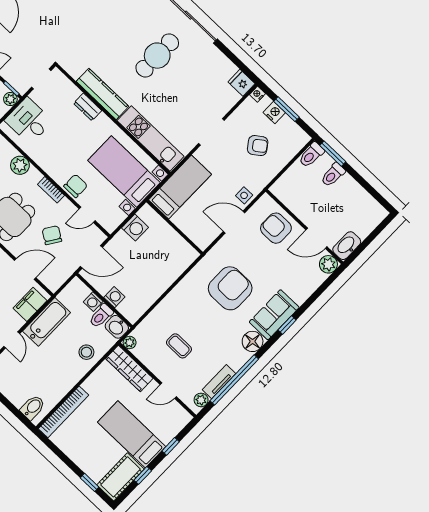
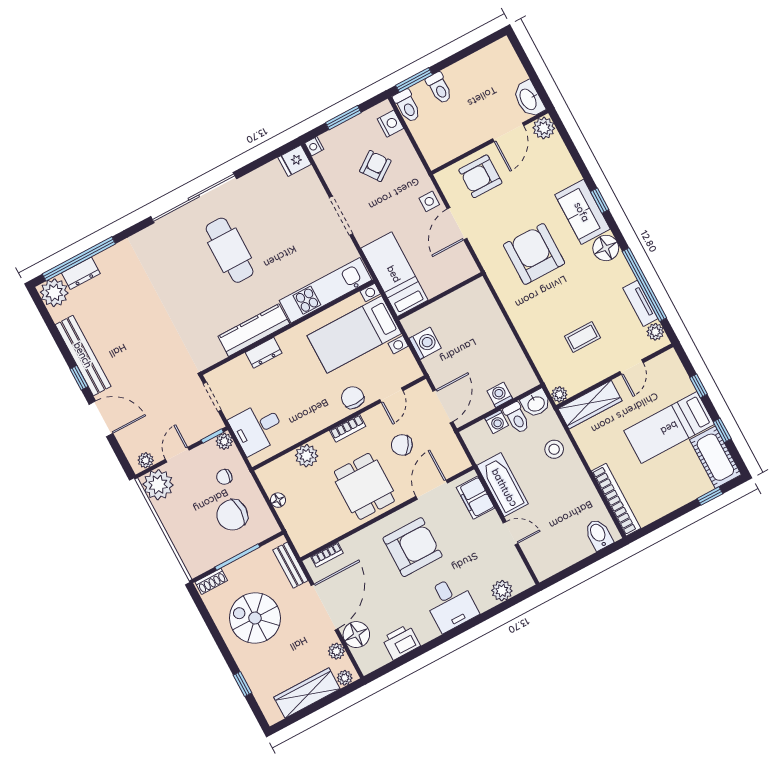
nightstand: (274, 113) -> (390, 124), moved, turned 90

